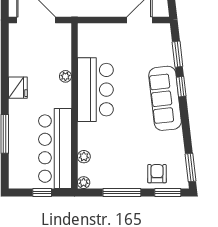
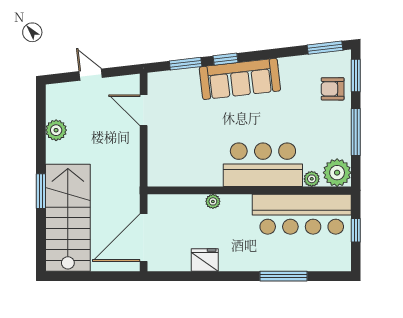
fridge: (18, 88) -> (205, 260), moved
bar counter: (95, 90) -> (263, 165), moved
plant: (84, 183) -> (337, 173), width x1.87, depth x1.87

